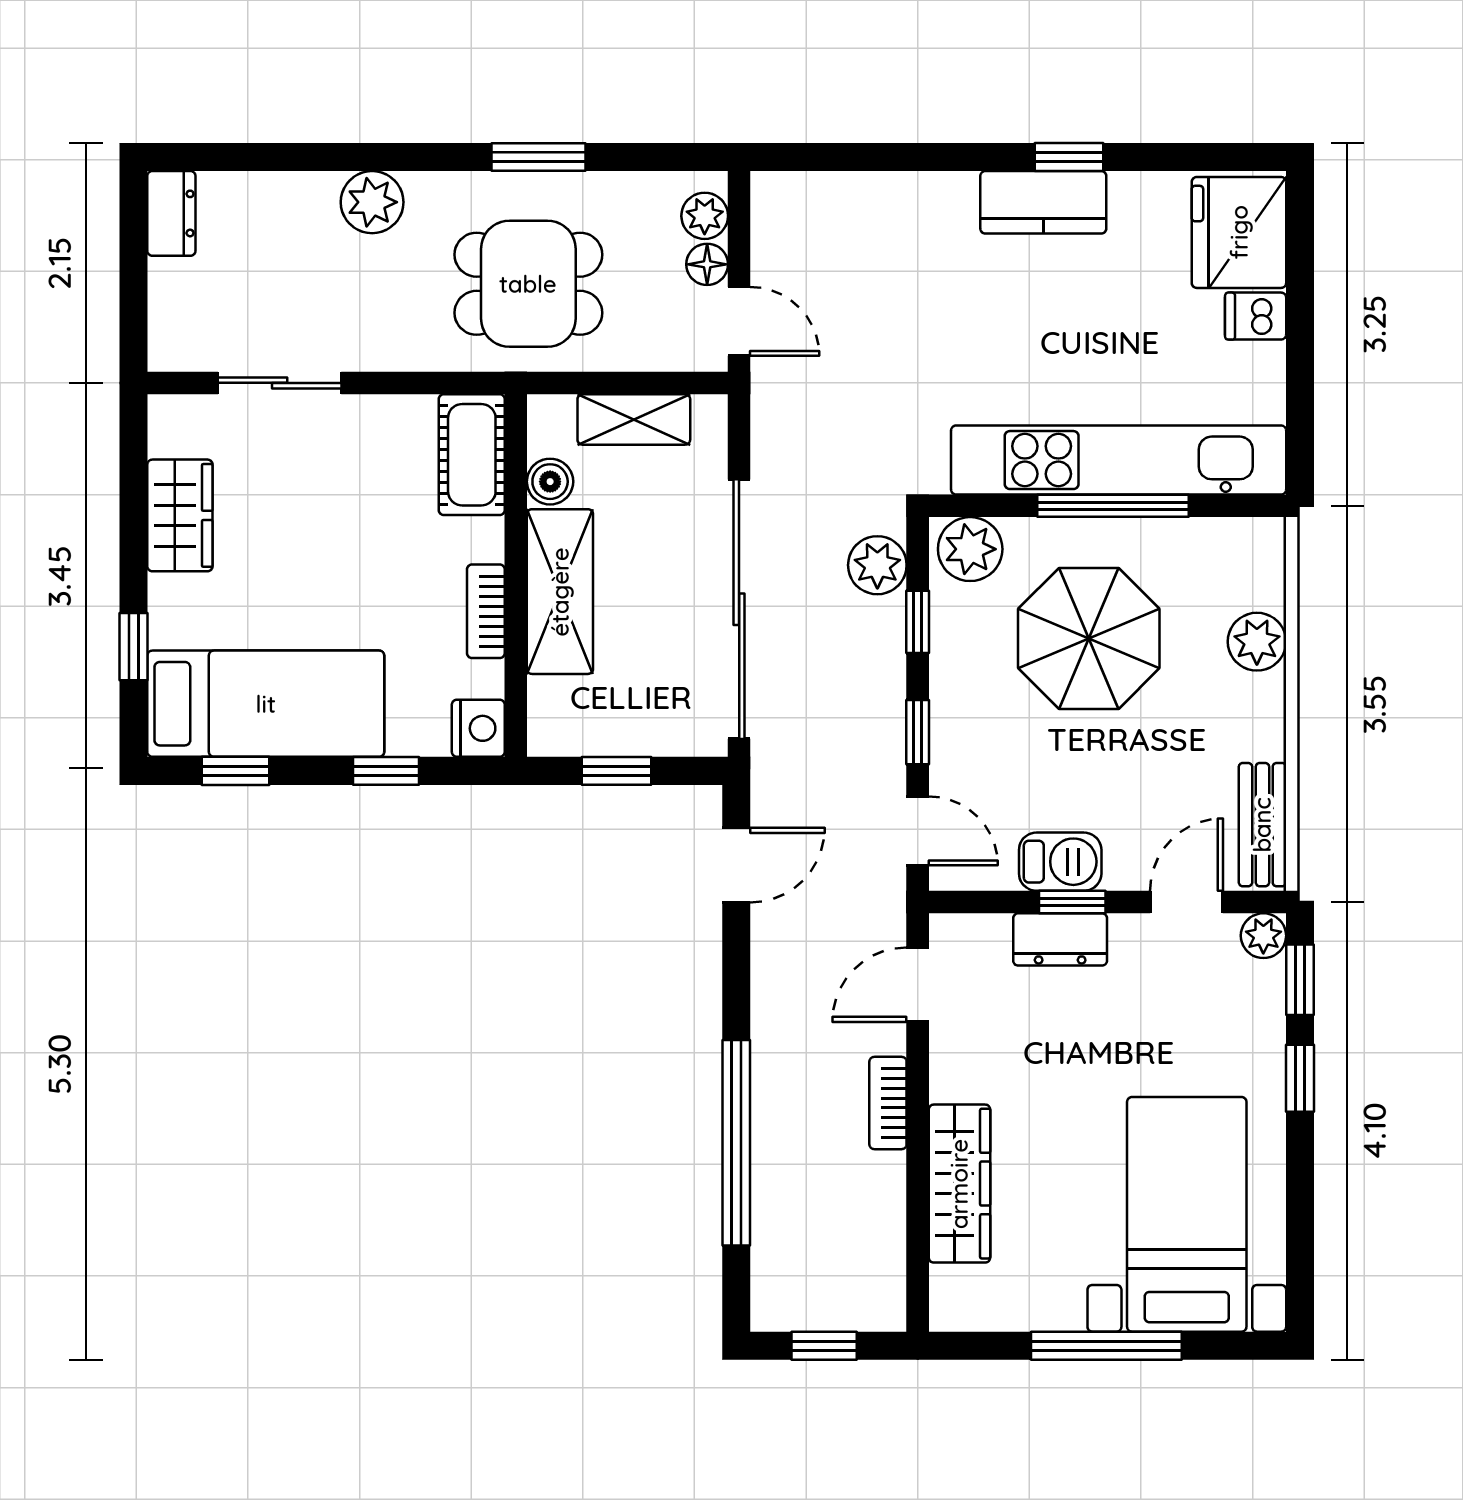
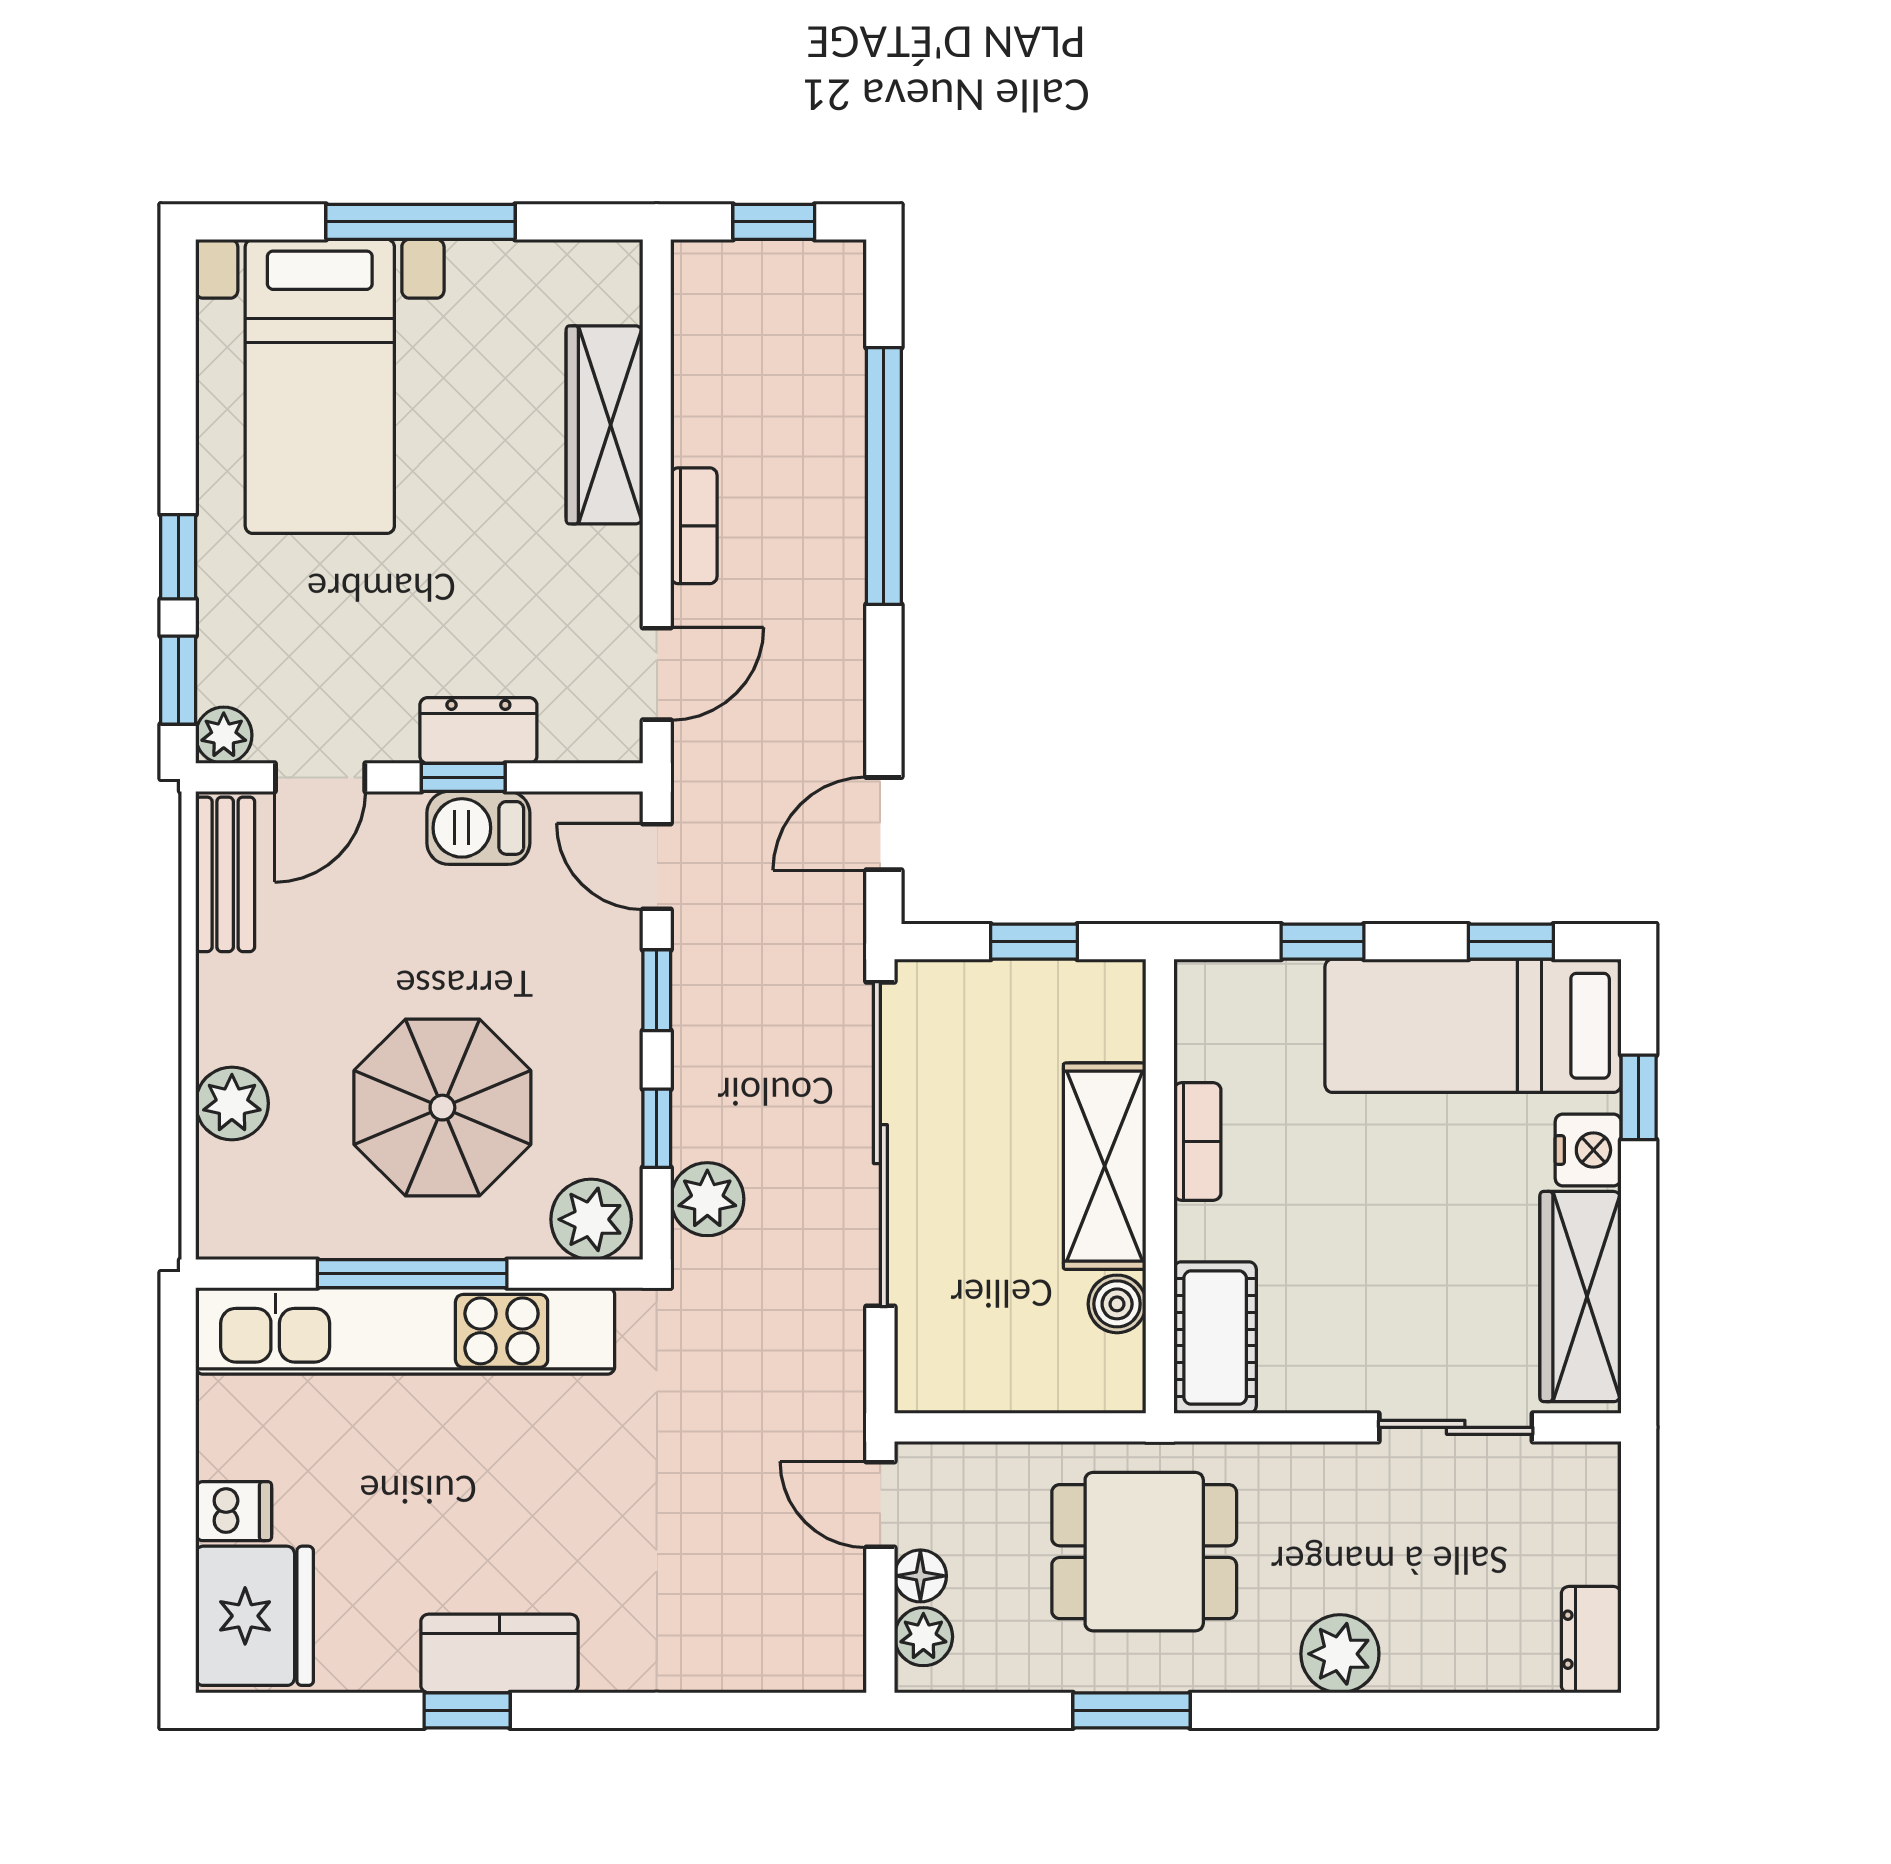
shelving: (634, 419) -> (1012, 1382), removed
wardrobe: (180, 515) -> (1580, 1297), width x1.50
nightstand: (478, 728) -> (1588, 1150), moved, turned 180

